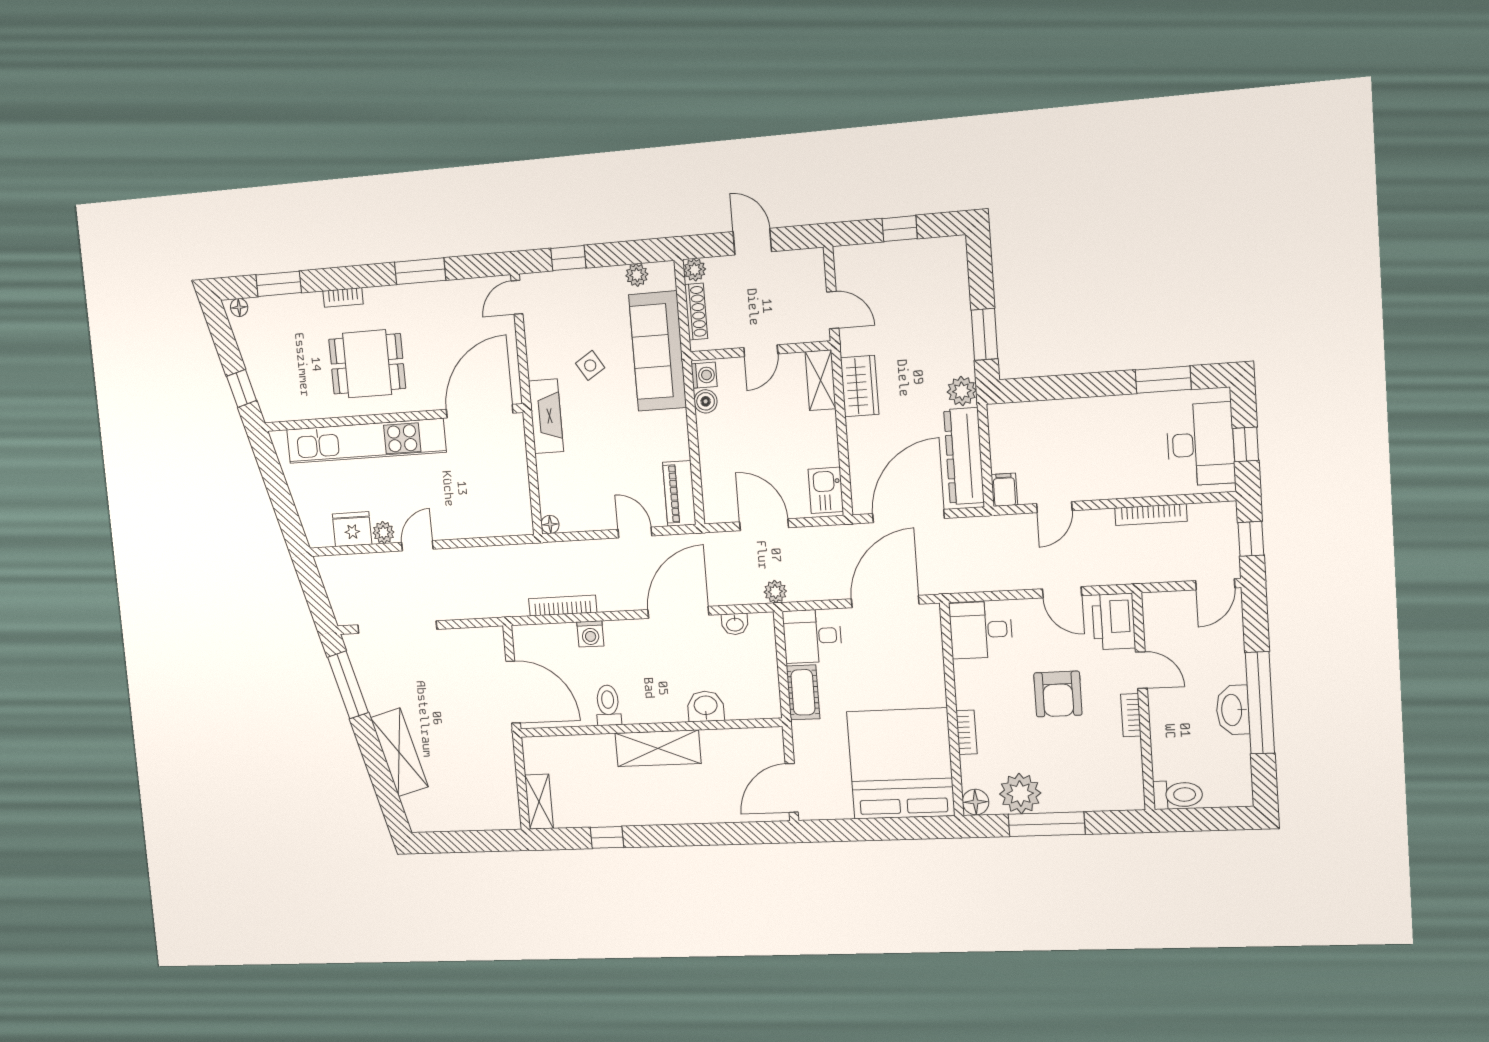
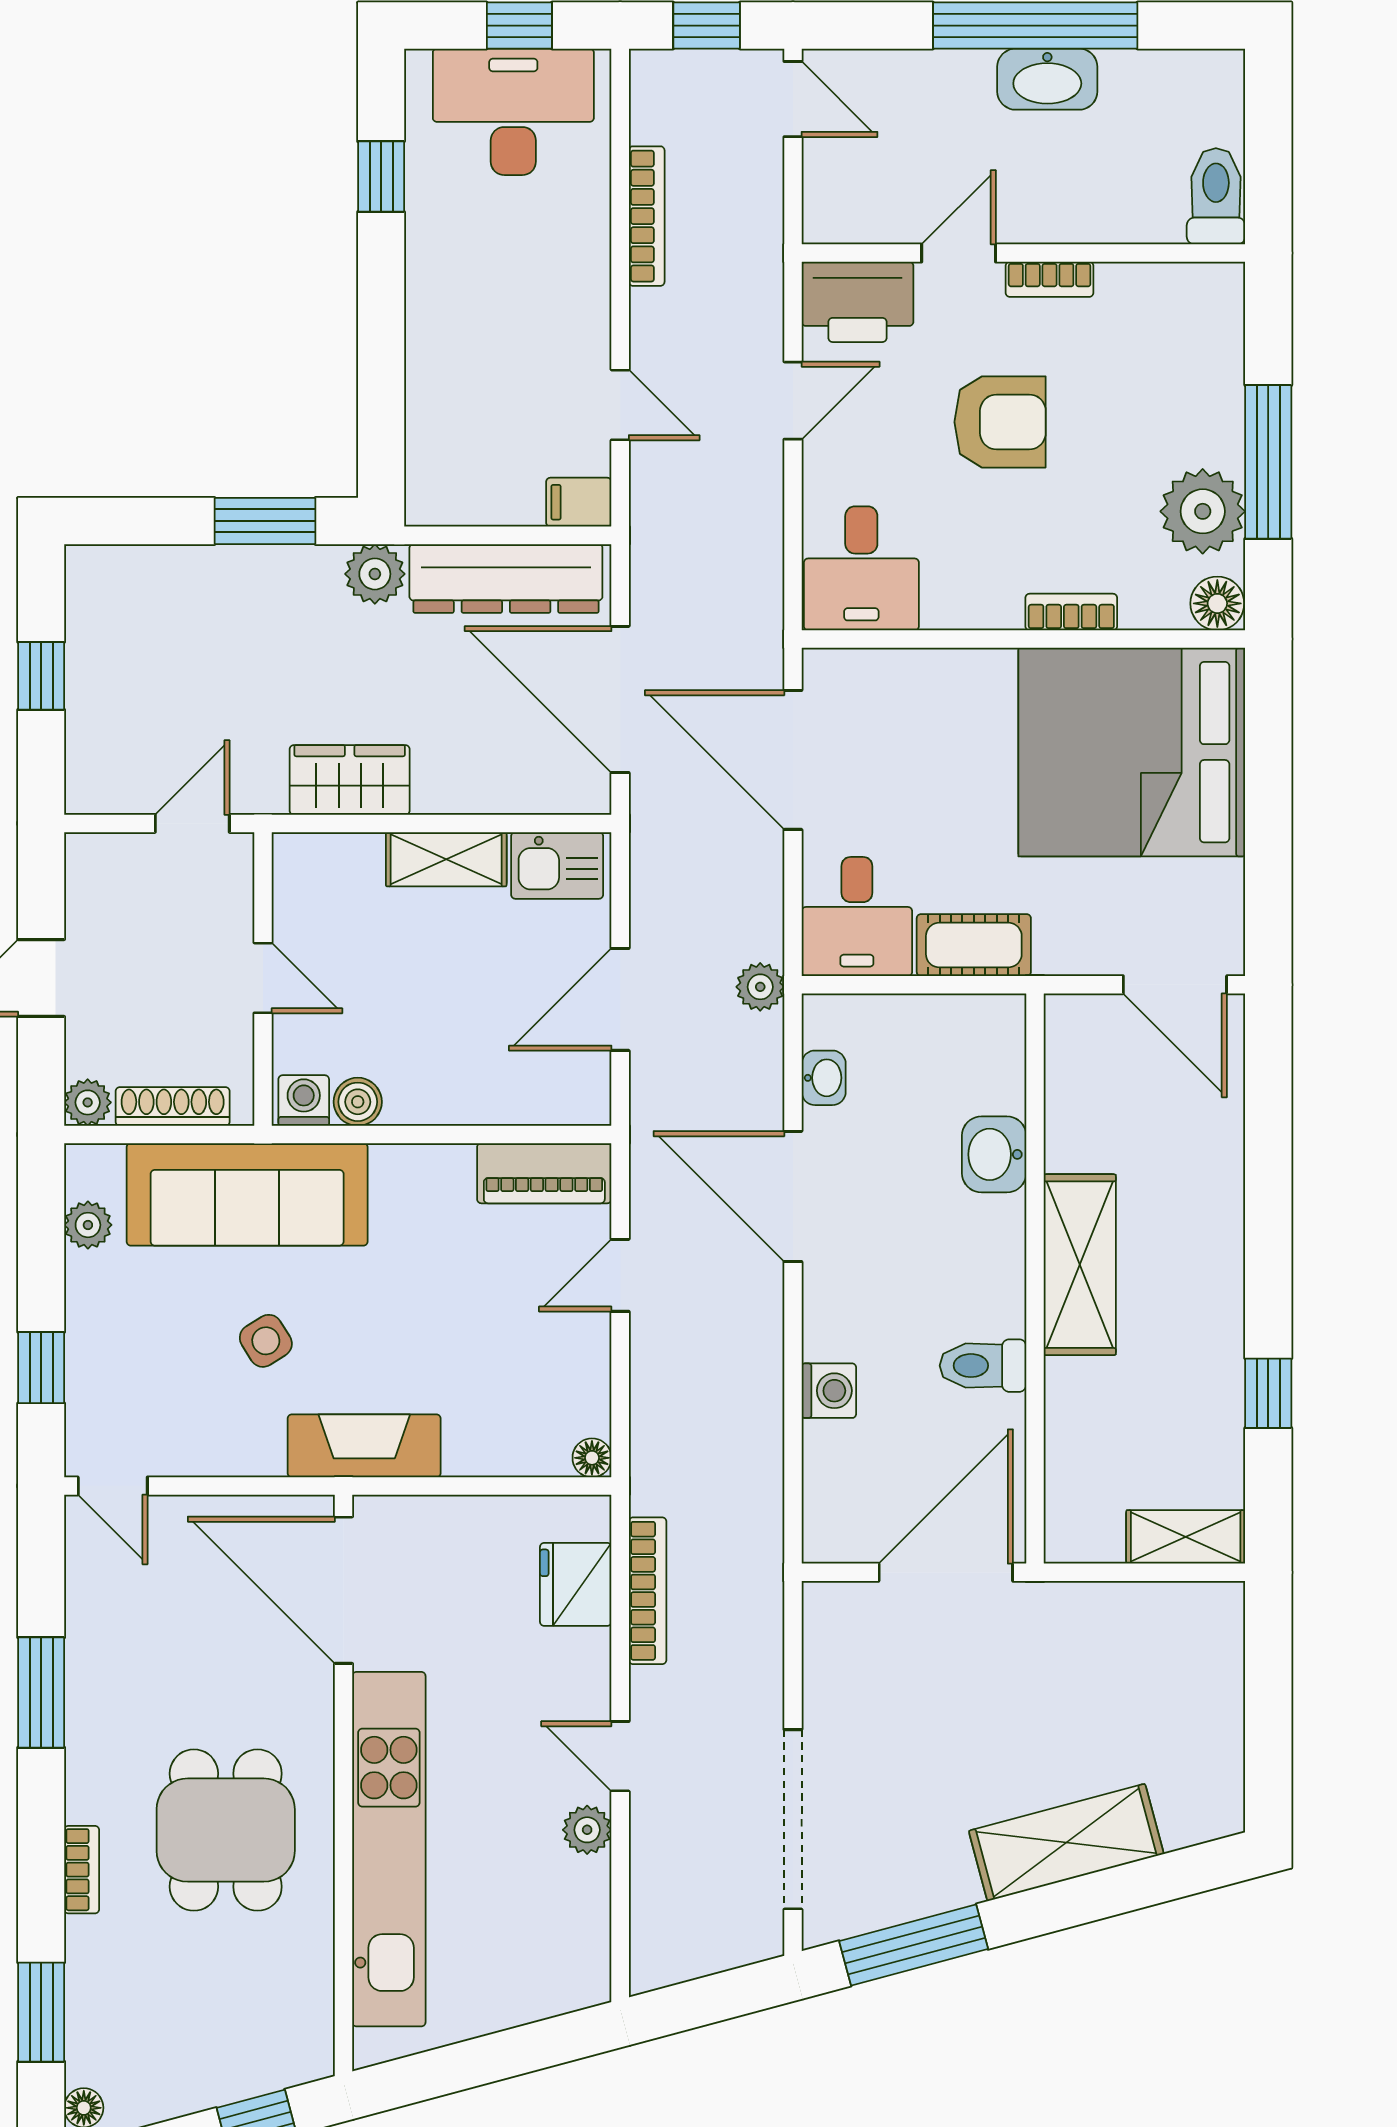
shelving: (821, 380) -> (446, 859), moved
window: (1163, 380) -> (381, 177), width x0.67
fridge: (352, 529) -> (576, 1584), moved
bookcase: (563, 606) -> (648, 1591), moved, turned 180

